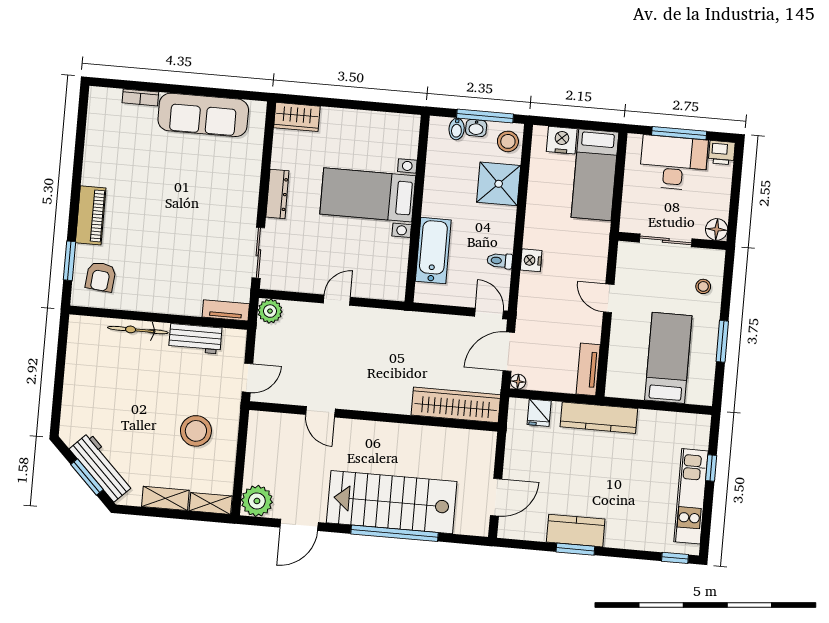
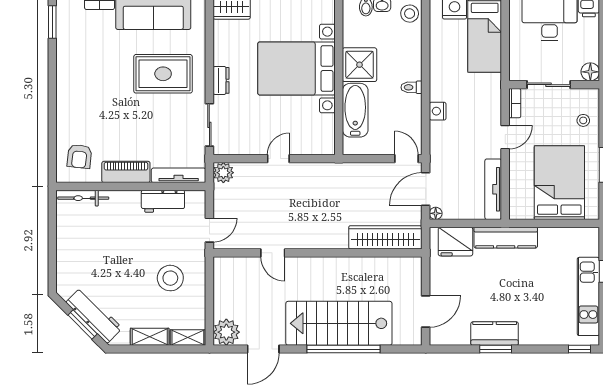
shower: (499, 184) -> (360, 65), moved
rug: (209, 187) -> (163, 74), added
dresser: (277, 194) -> (221, 80), width x0.70
bed with nightstands: (368, 195) -> (296, 68), width x1.36
piano: (91, 215) -> (126, 172), moved, turned -90
bookcase: (624, 259) -> (515, 103), added
window: (69, 261) -> (52, 22), moved
toilet: (500, 261) -> (412, 87), moved
door: (609, 298) -> (505, 137), swing flipped
tv unit: (226, 310) -> (179, 175), width x1.41
bicycle: (138, 330) -> (83, 198), moved
bed: (668, 358) -> (559, 183), width x1.50
tv unit: (588, 369) -> (493, 189), width x1.41
fridge: (539, 413) -> (455, 242), width x1.88, depth x1.34

